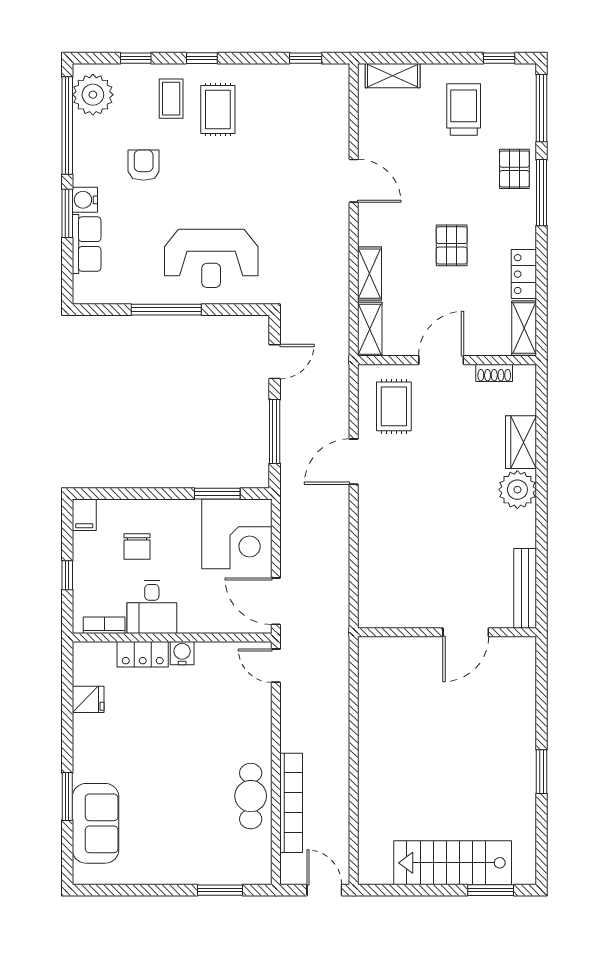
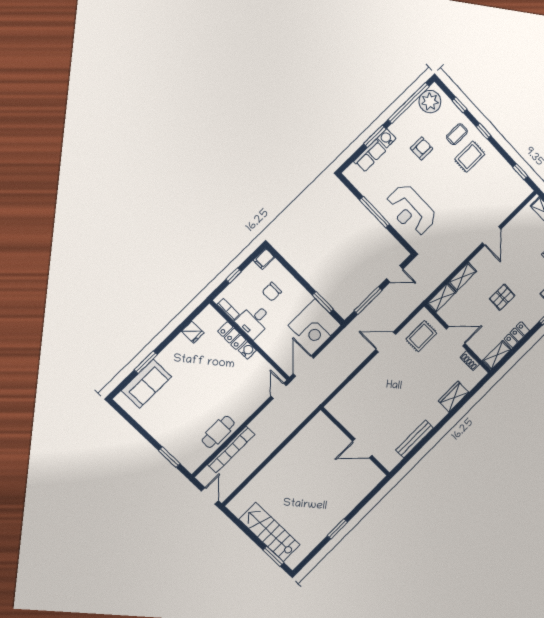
plant: (517, 490) -> (435, 413), removed
bench: (525, 588) -> (415, 439), moved

